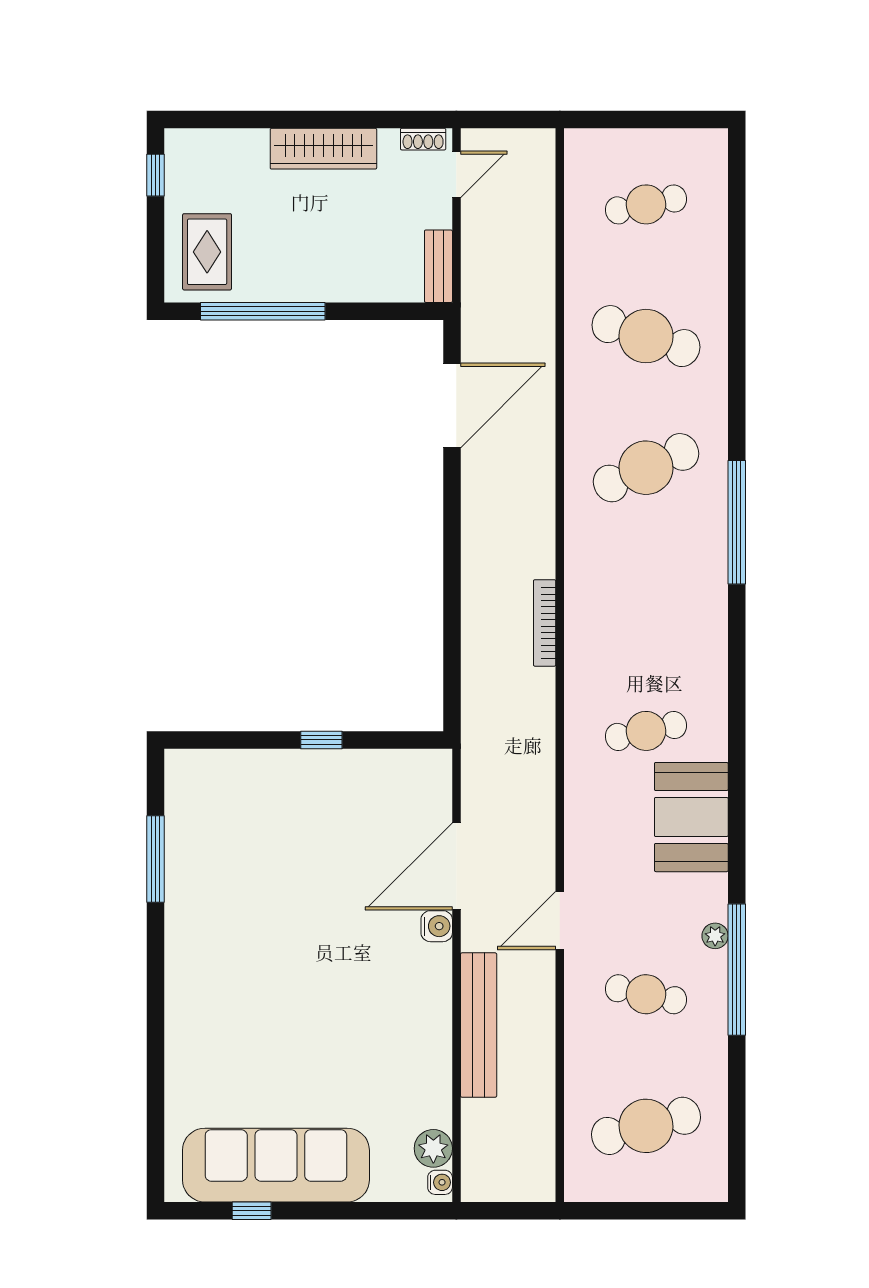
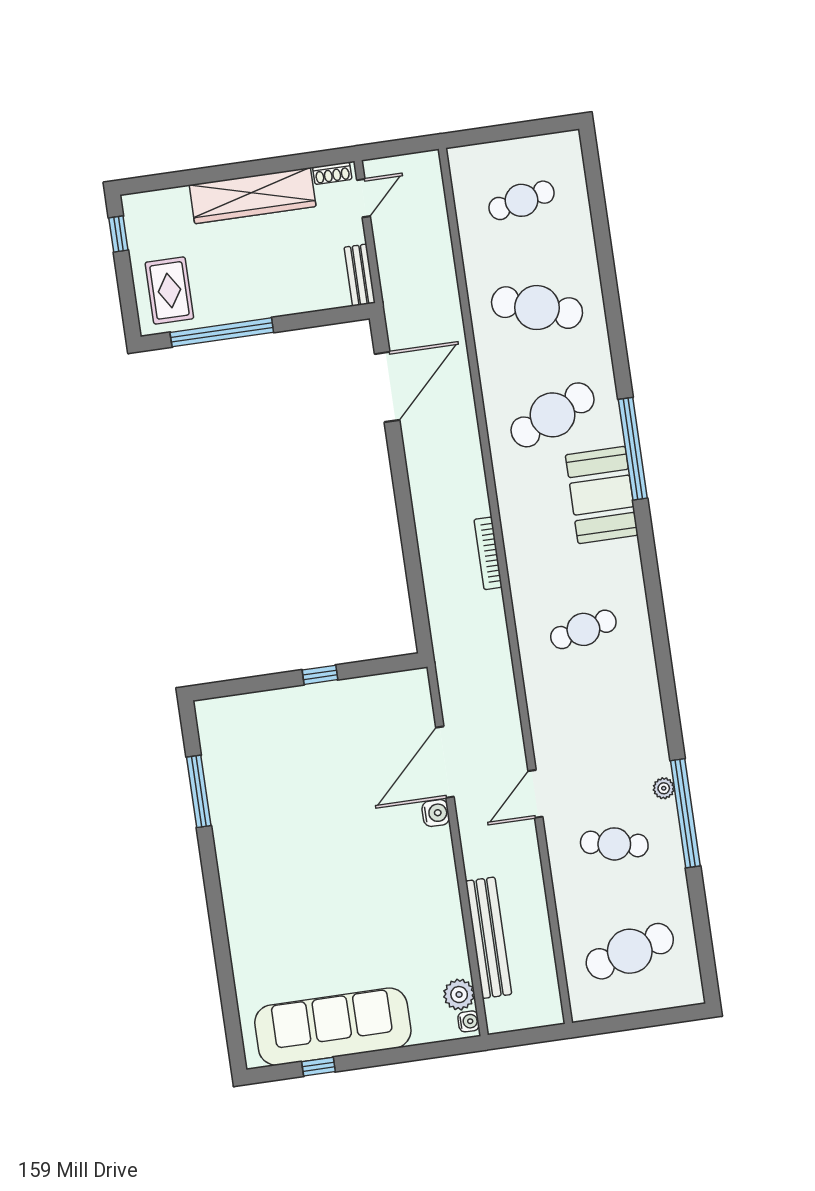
wardrobe: (323, 149) -> (253, 196), width x1.40, depth x1.17
booth: (691, 817) -> (602, 495), moved
bench: (479, 1025) -> (489, 938), moved

